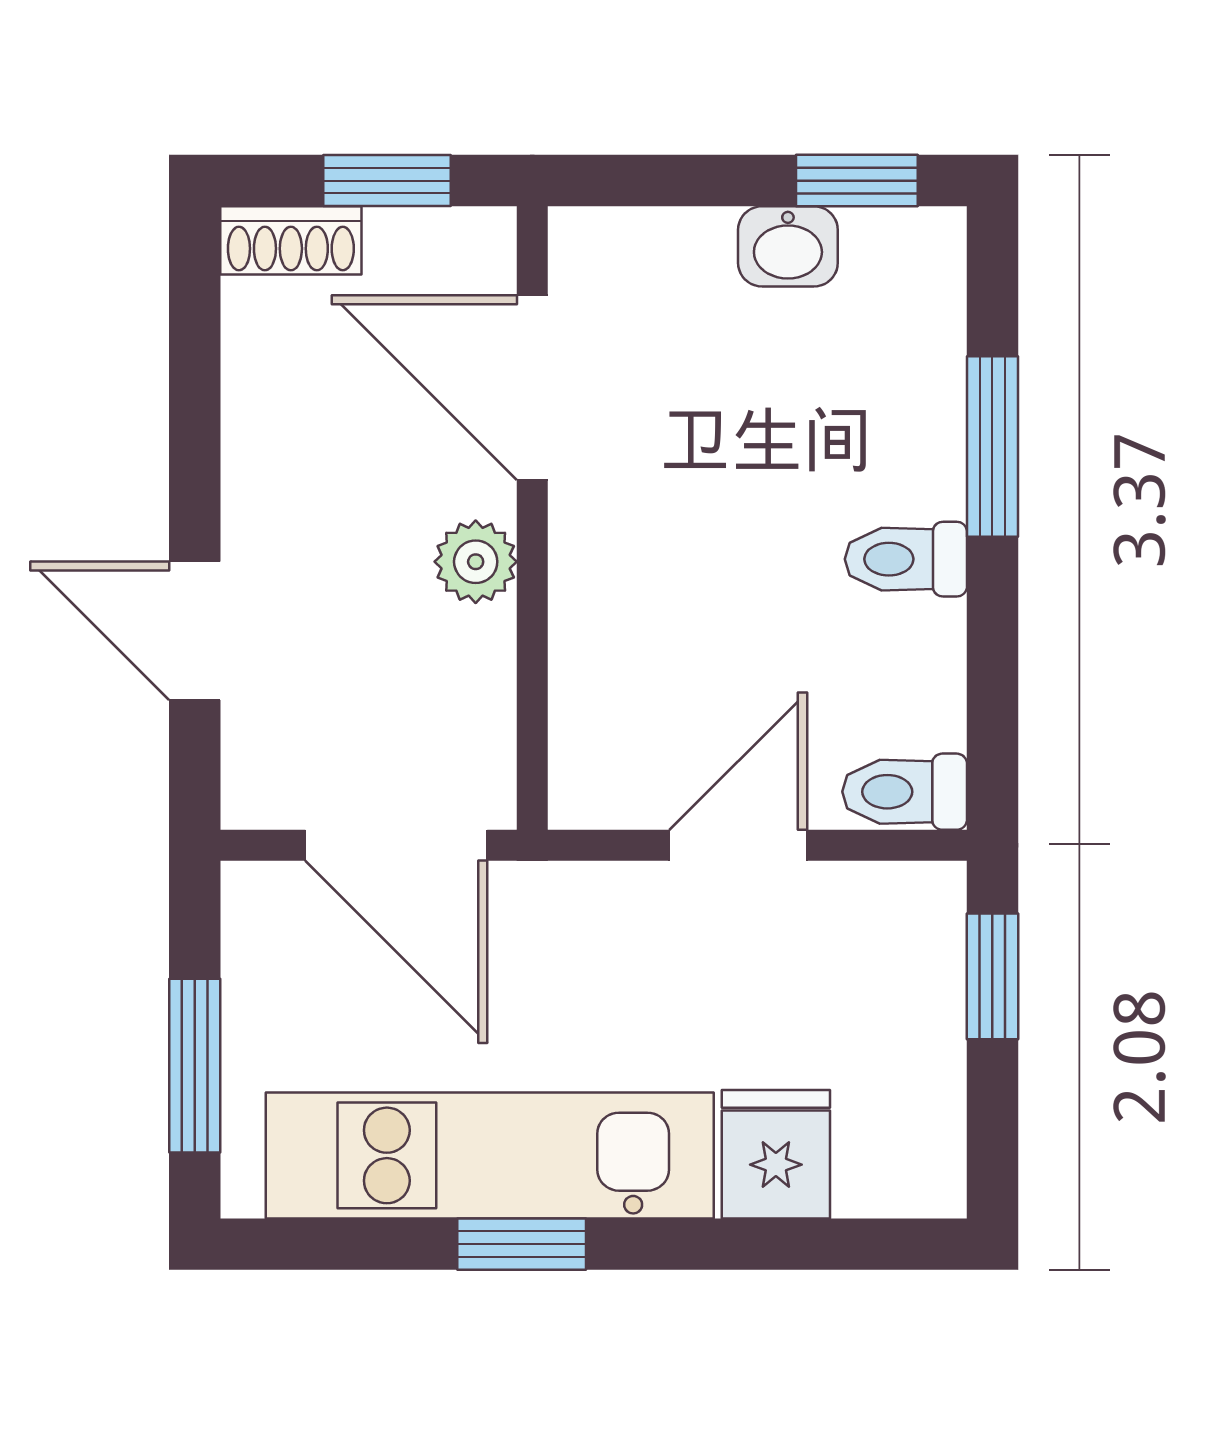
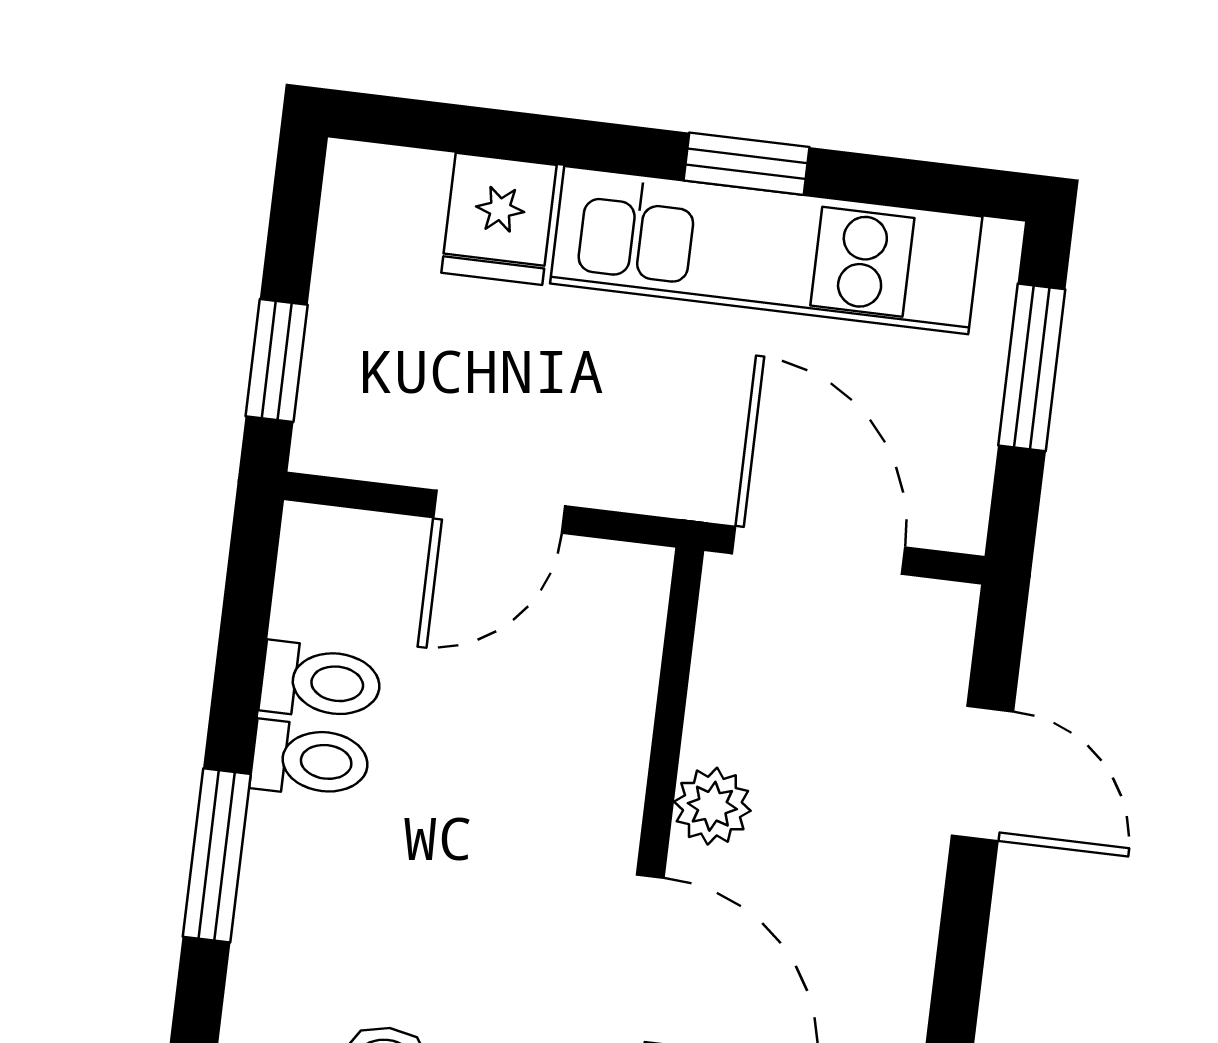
toilet: (905, 792) -> (321, 682), moved

